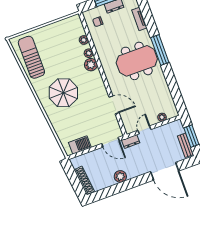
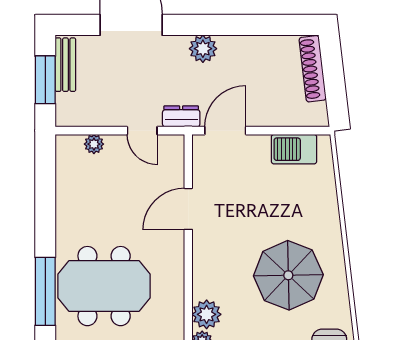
door: (114, 105) -> (188, 209), hinge flipped
door: (144, 130) -> (142, 131), hinge flipped
door: (111, 142) -> (225, 131), hinge flipped
plant: (120, 176) -> (203, 49), moved

